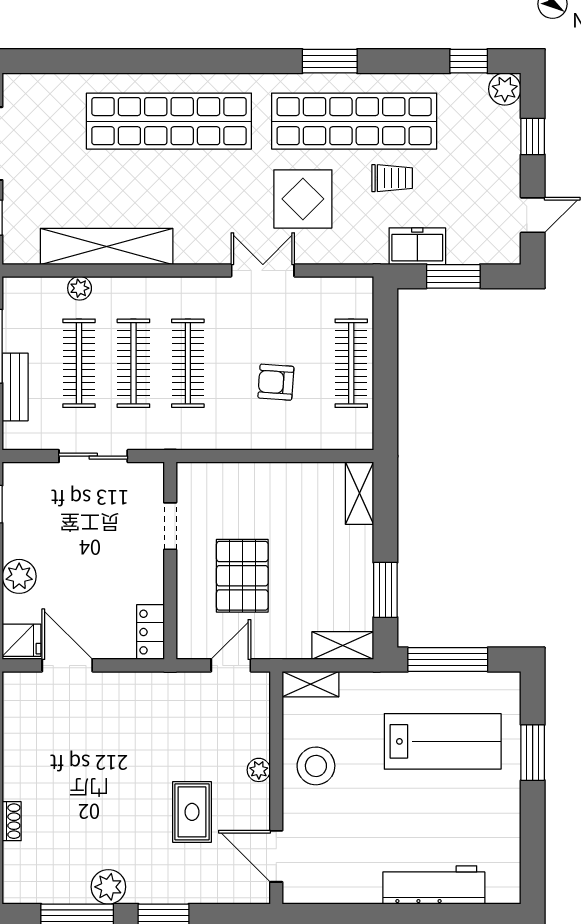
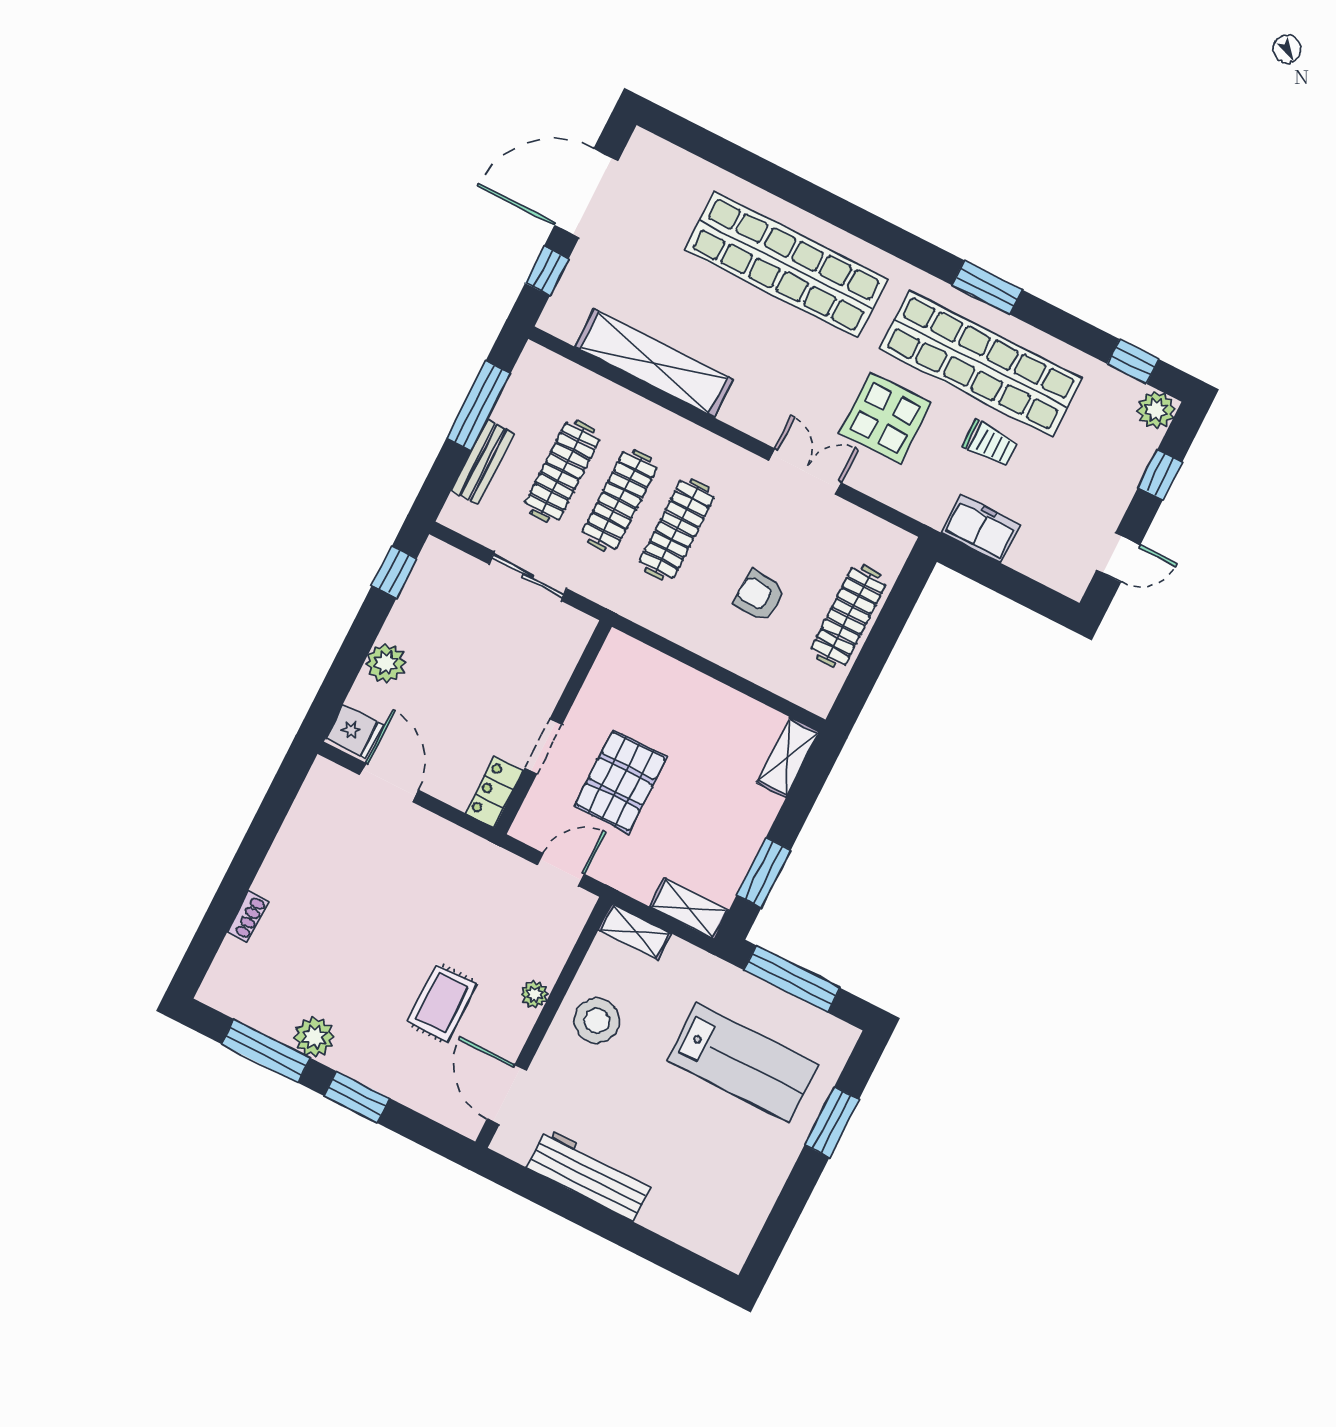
window: (453, 276) -> (1002, 579), removed
plant: (80, 288) -> (603, 393), removed
doorway: (170, 526) -> (543, 746), moved
workbench: (434, 885) -> (590, 1174), moved

